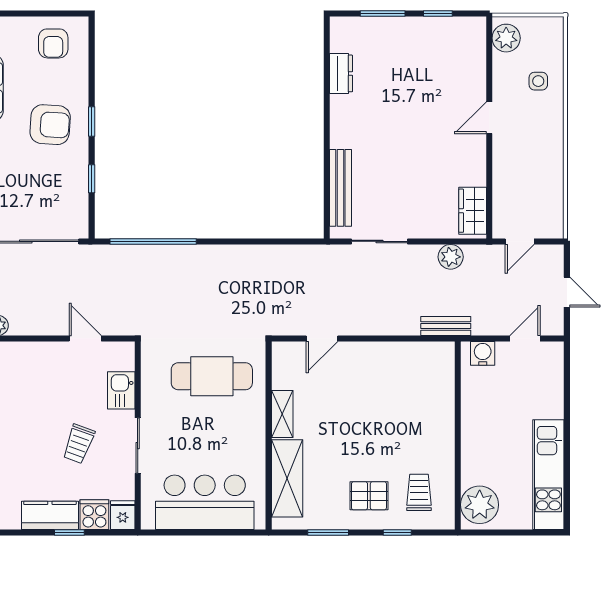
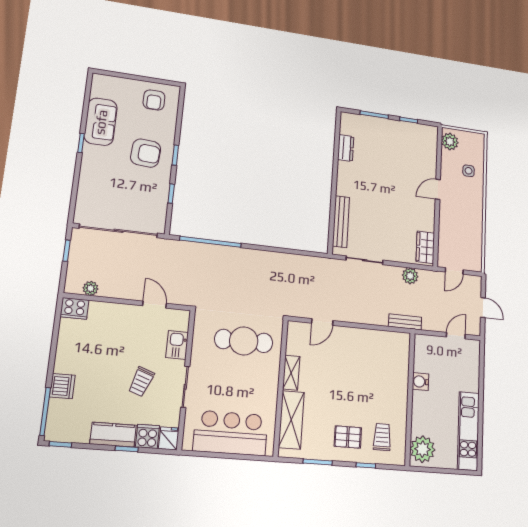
water cooler: (483, 353) -> (420, 382), moved, turned -90

